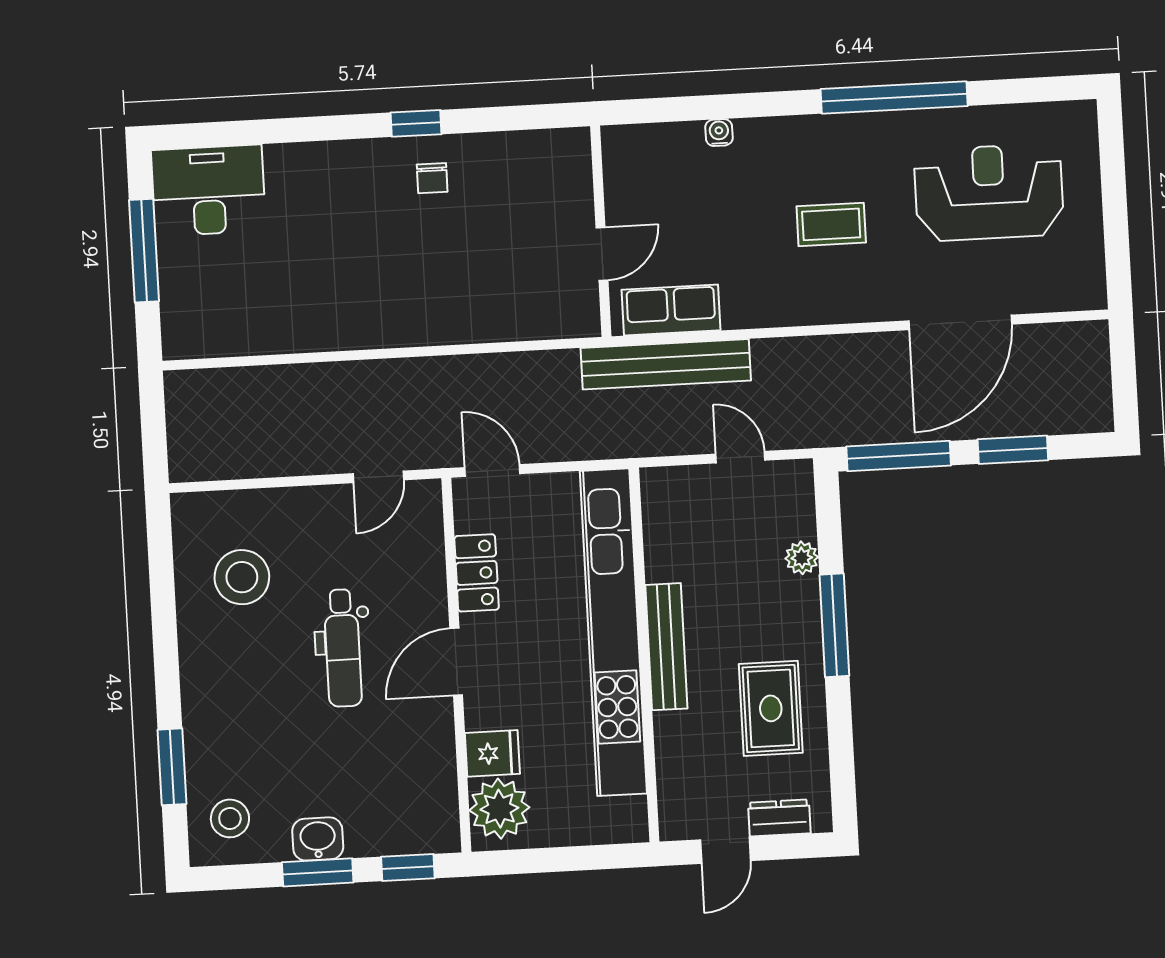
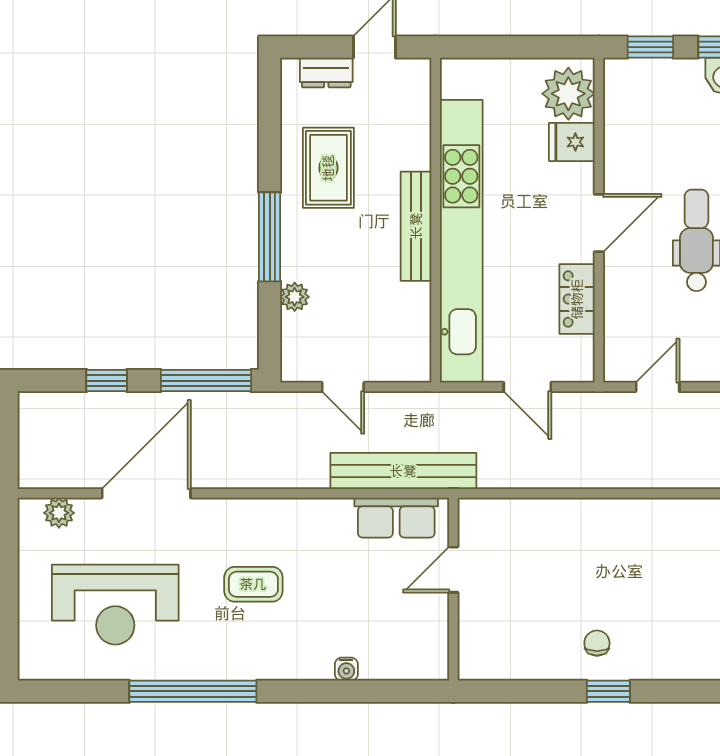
plant: (1059, 295) -> (59, 513), added
window: (1013, 450) -> (107, 381), width x0.67
door: (492, 471) -> (527, 387), moved

